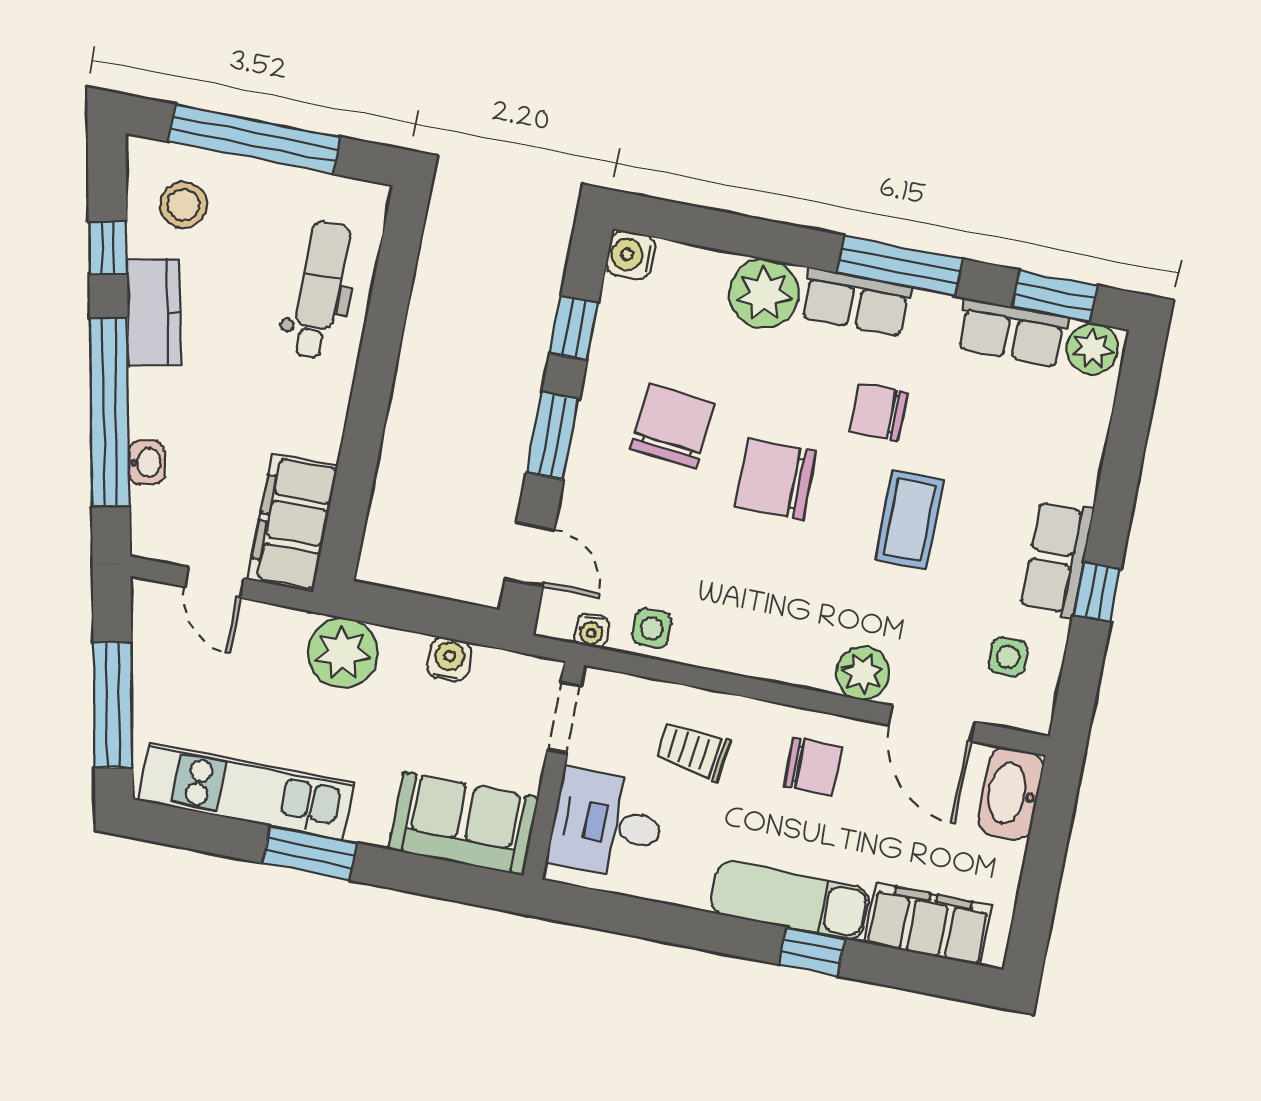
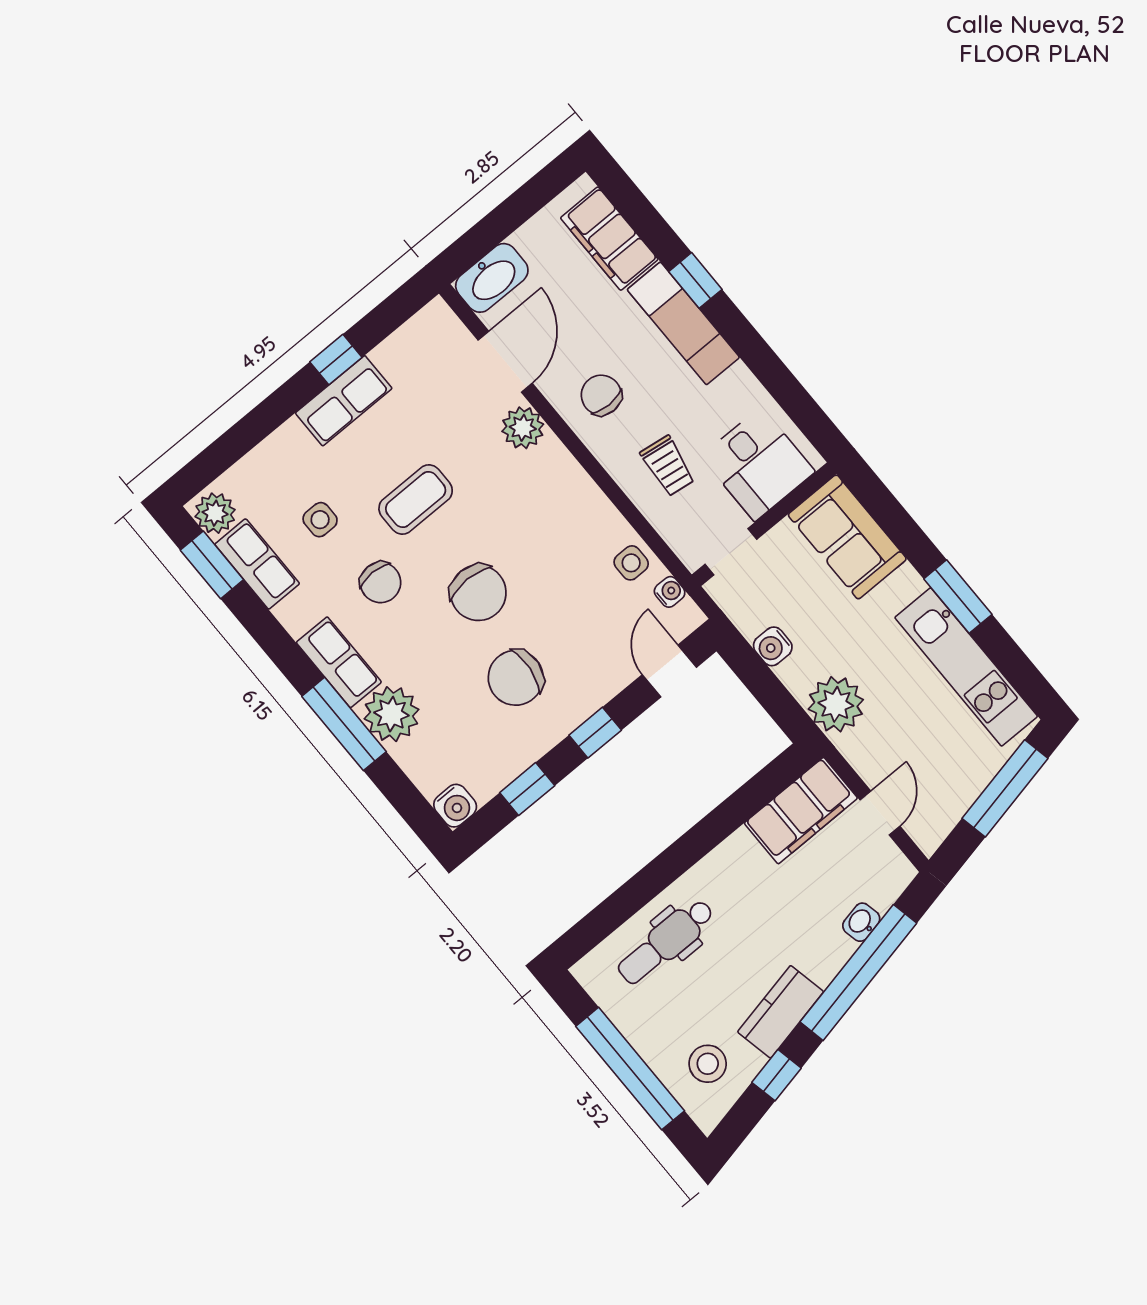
window: (899, 266) -> (344, 724), moved
window: (553, 436) -> (595, 733), width x0.67
side table: (1008, 657) -> (320, 520), moved

